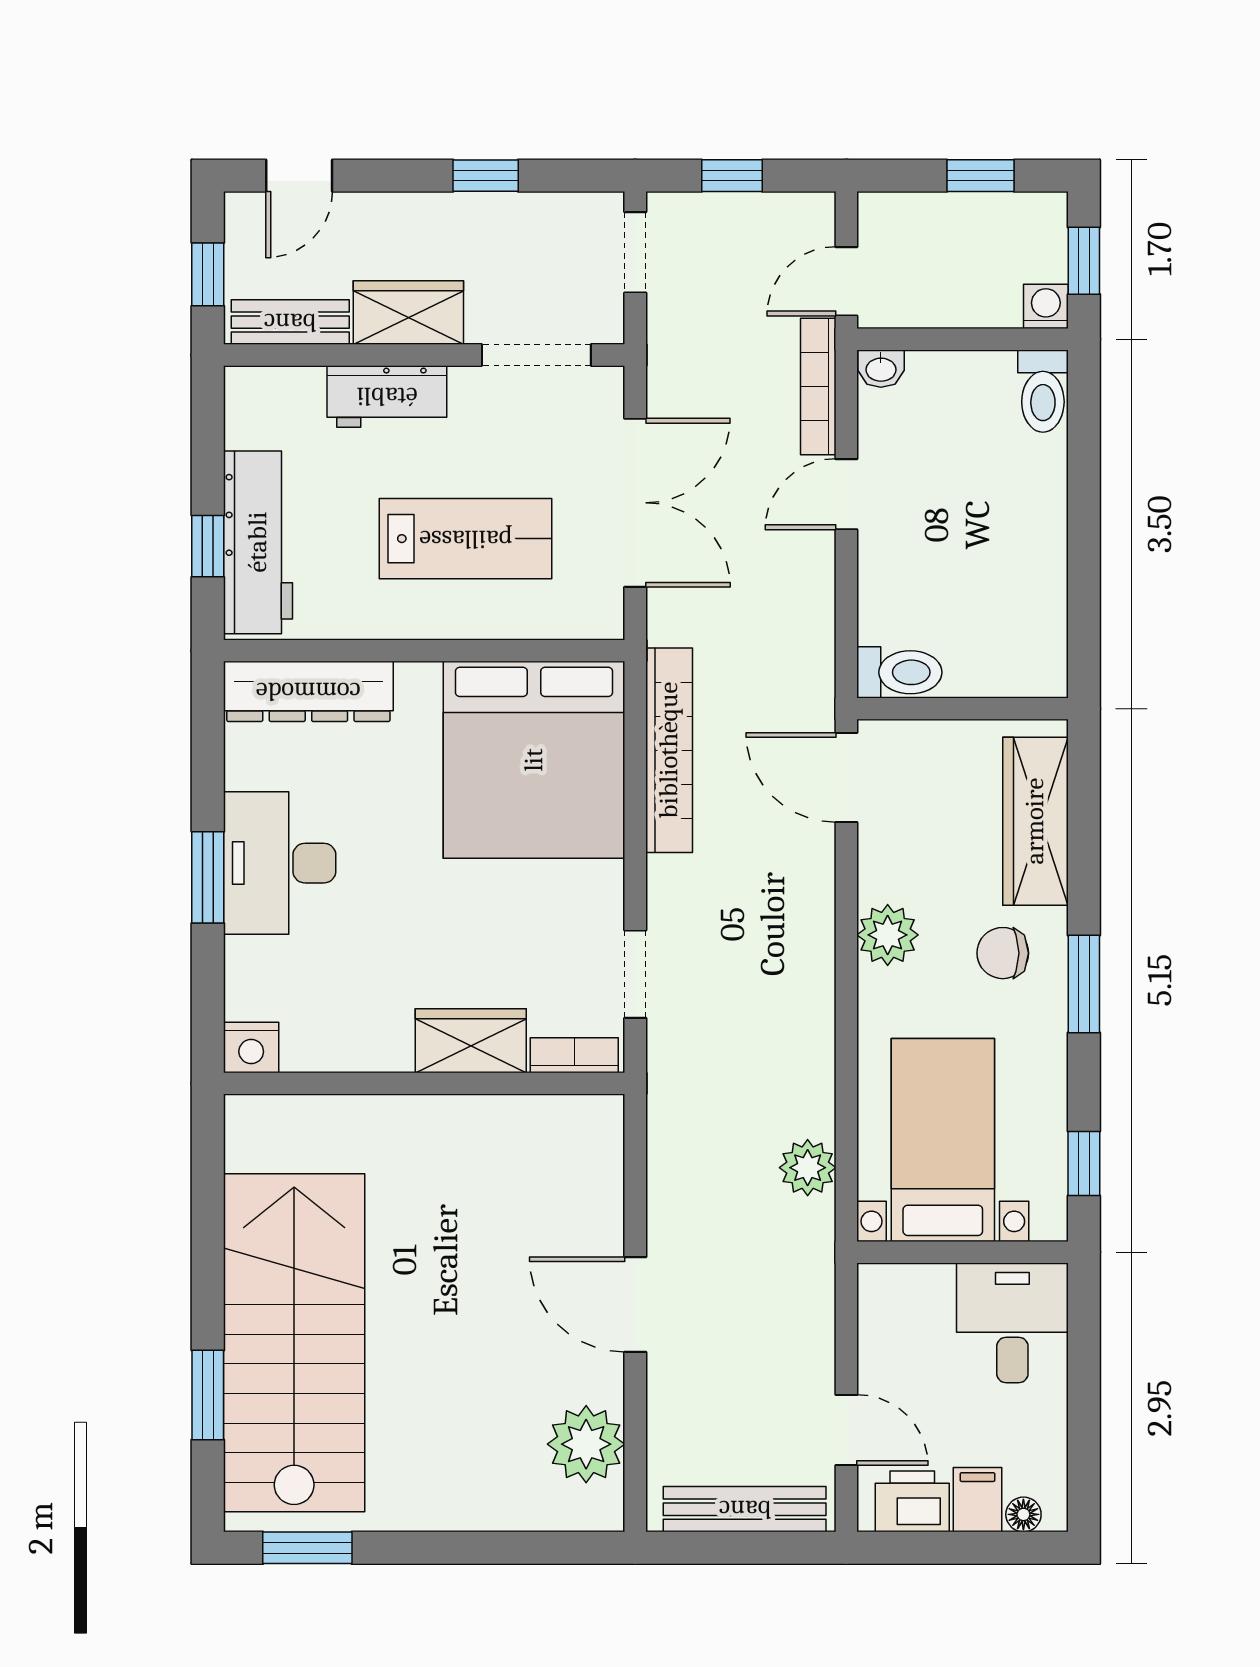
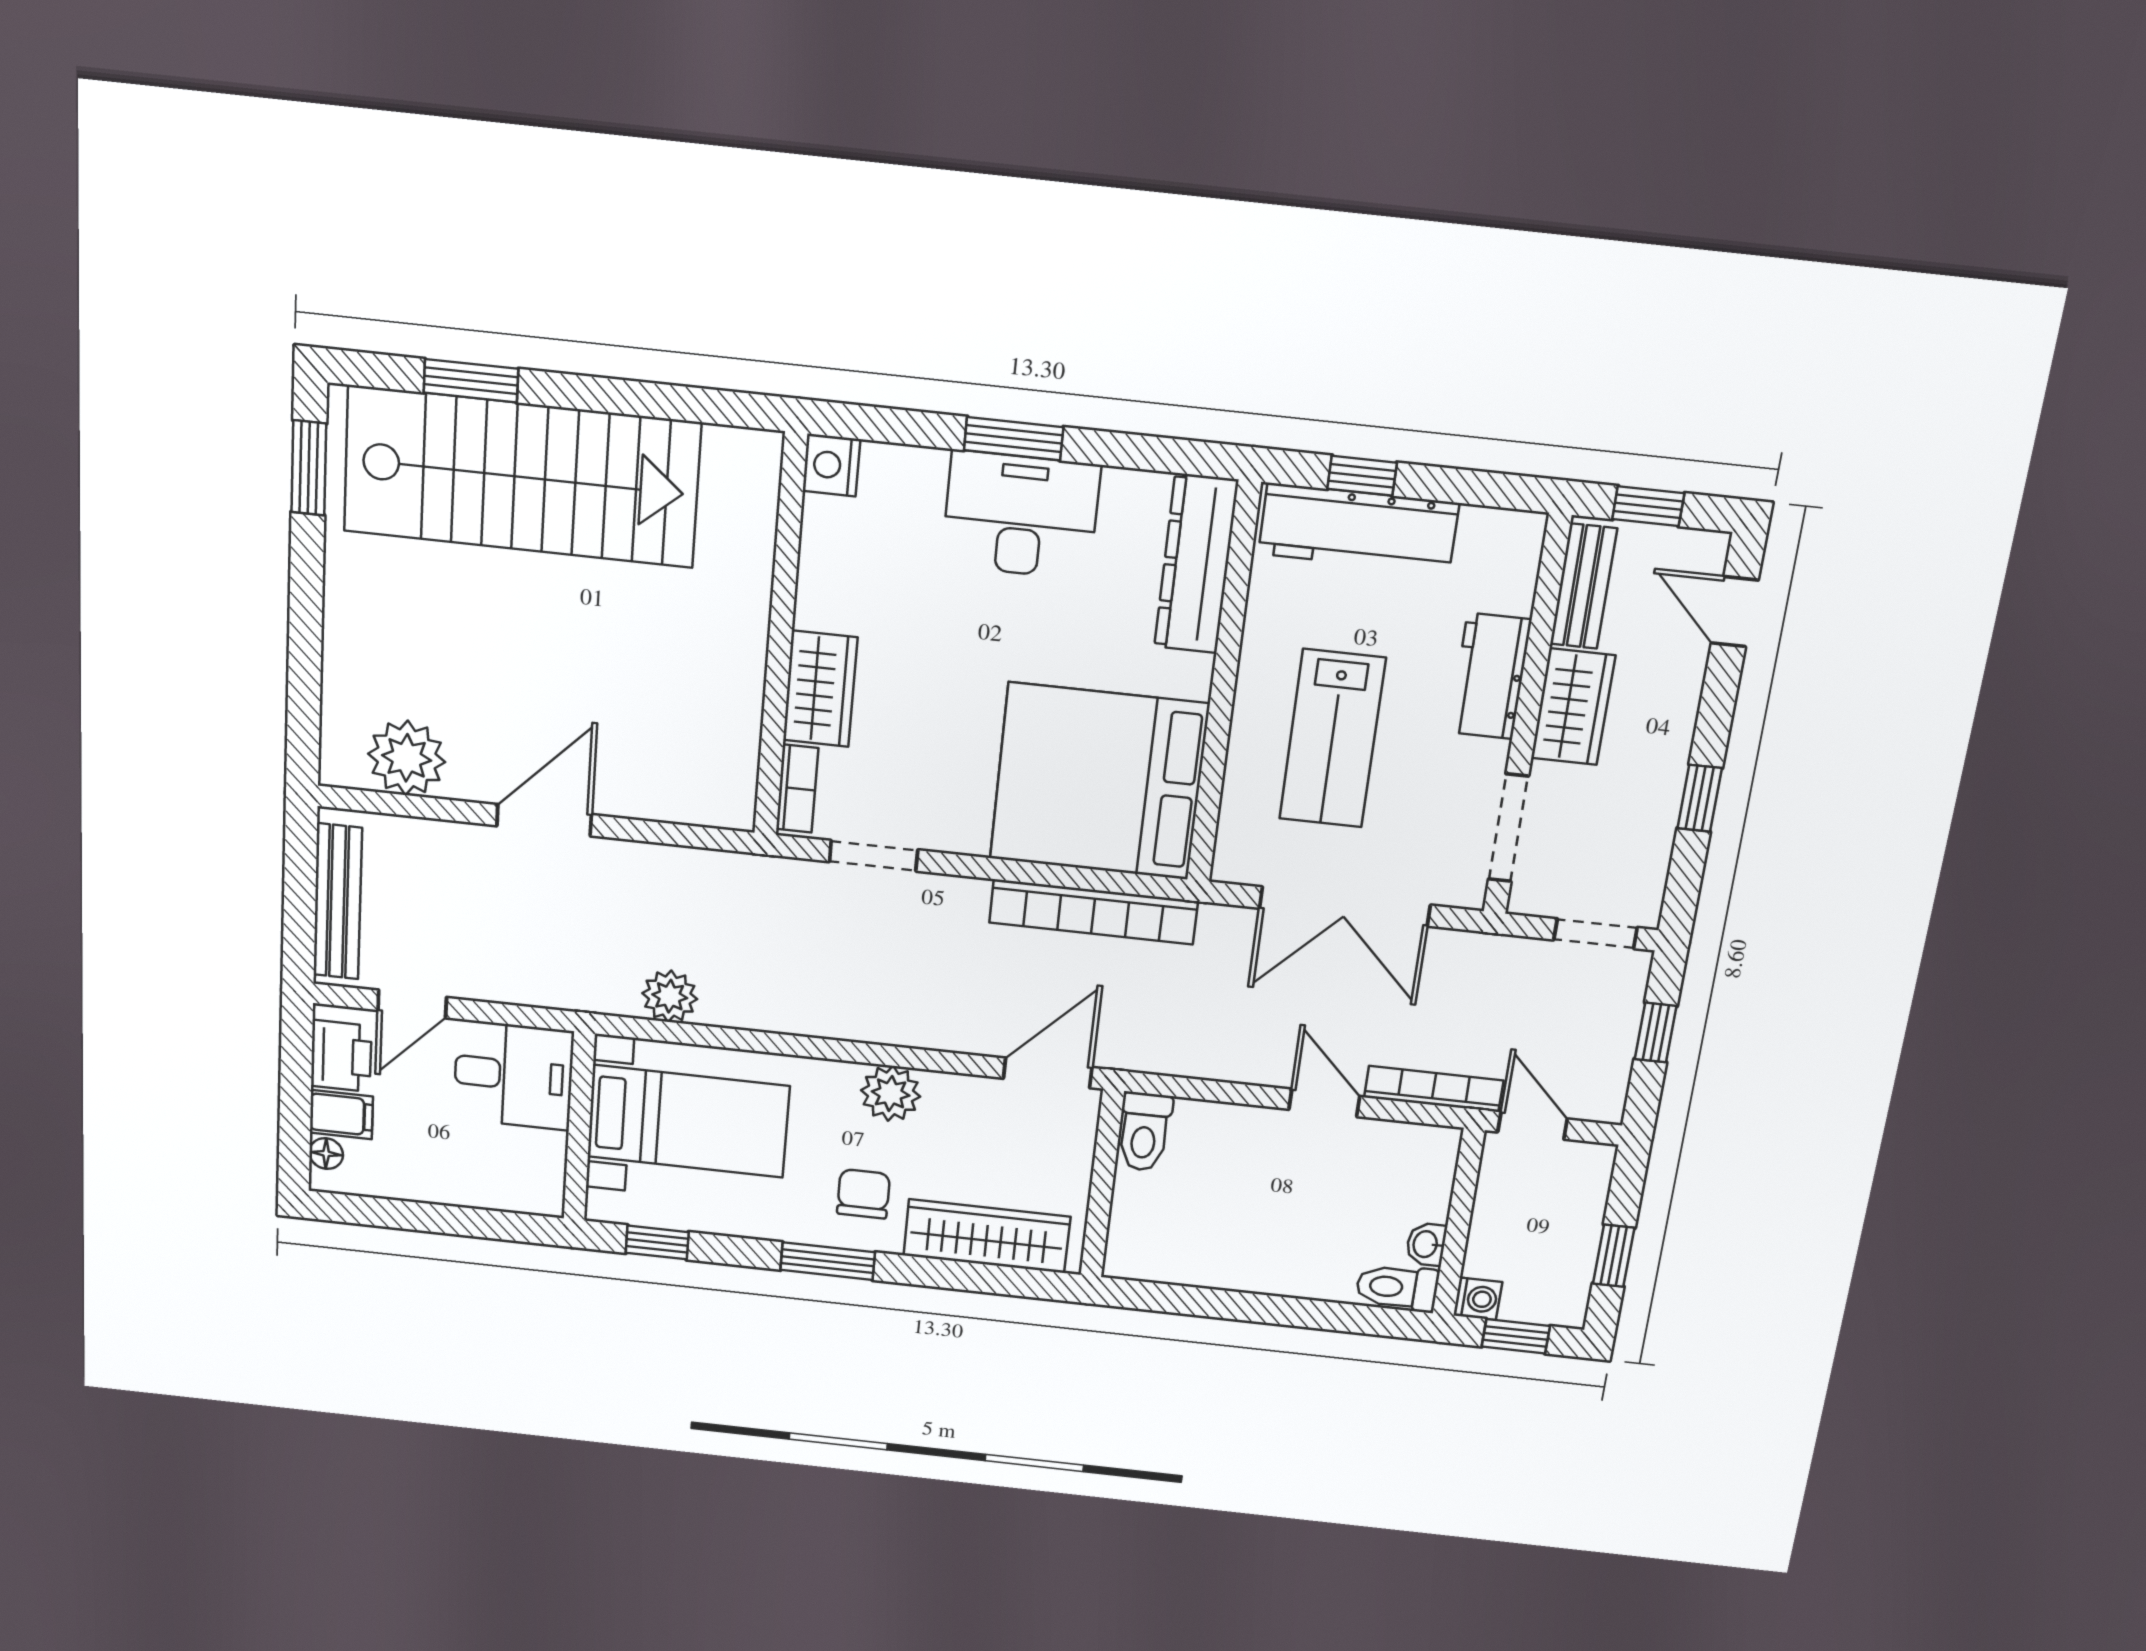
washbasin: (881, 369) -> (1426, 1244), moved
desk: (1012, 1323) -> (513, 1075), moved

